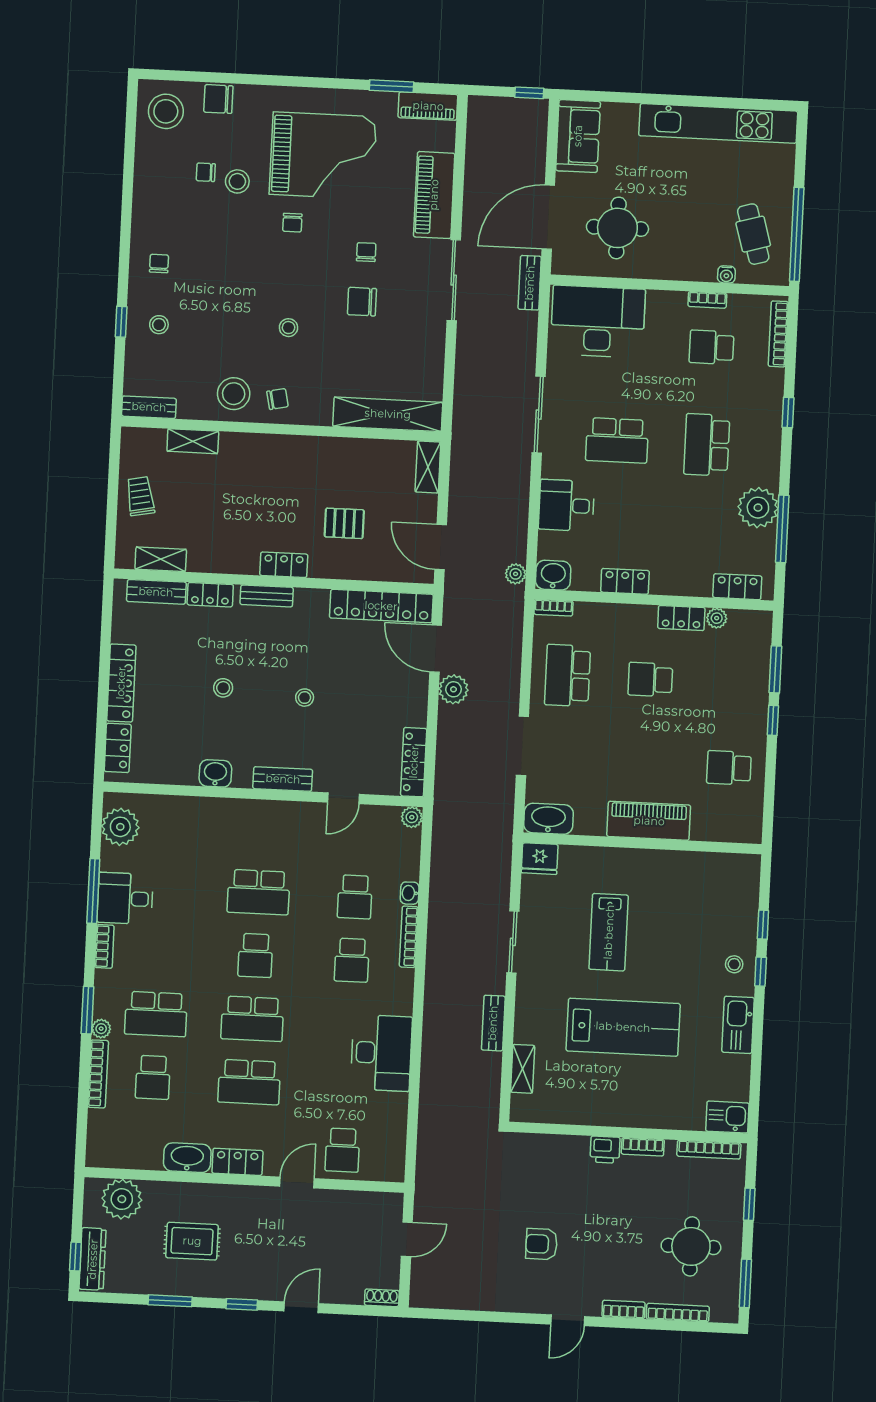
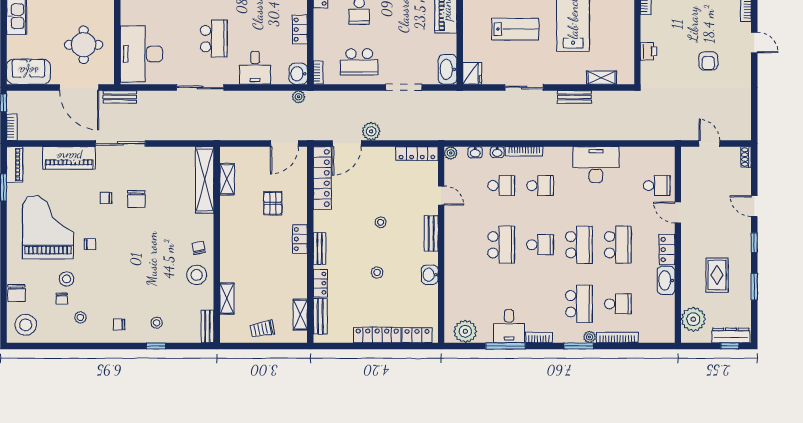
bookcase: (489, 105) -> (12, 127), added
stool: (289, 328) -> (80, 317), moved
shelving: (428, 467) -> (227, 179), moved, turned 90
washbasin: (411, 857) -> (475, 152), added
printer: (605, 1150) -> (649, 51), moved

